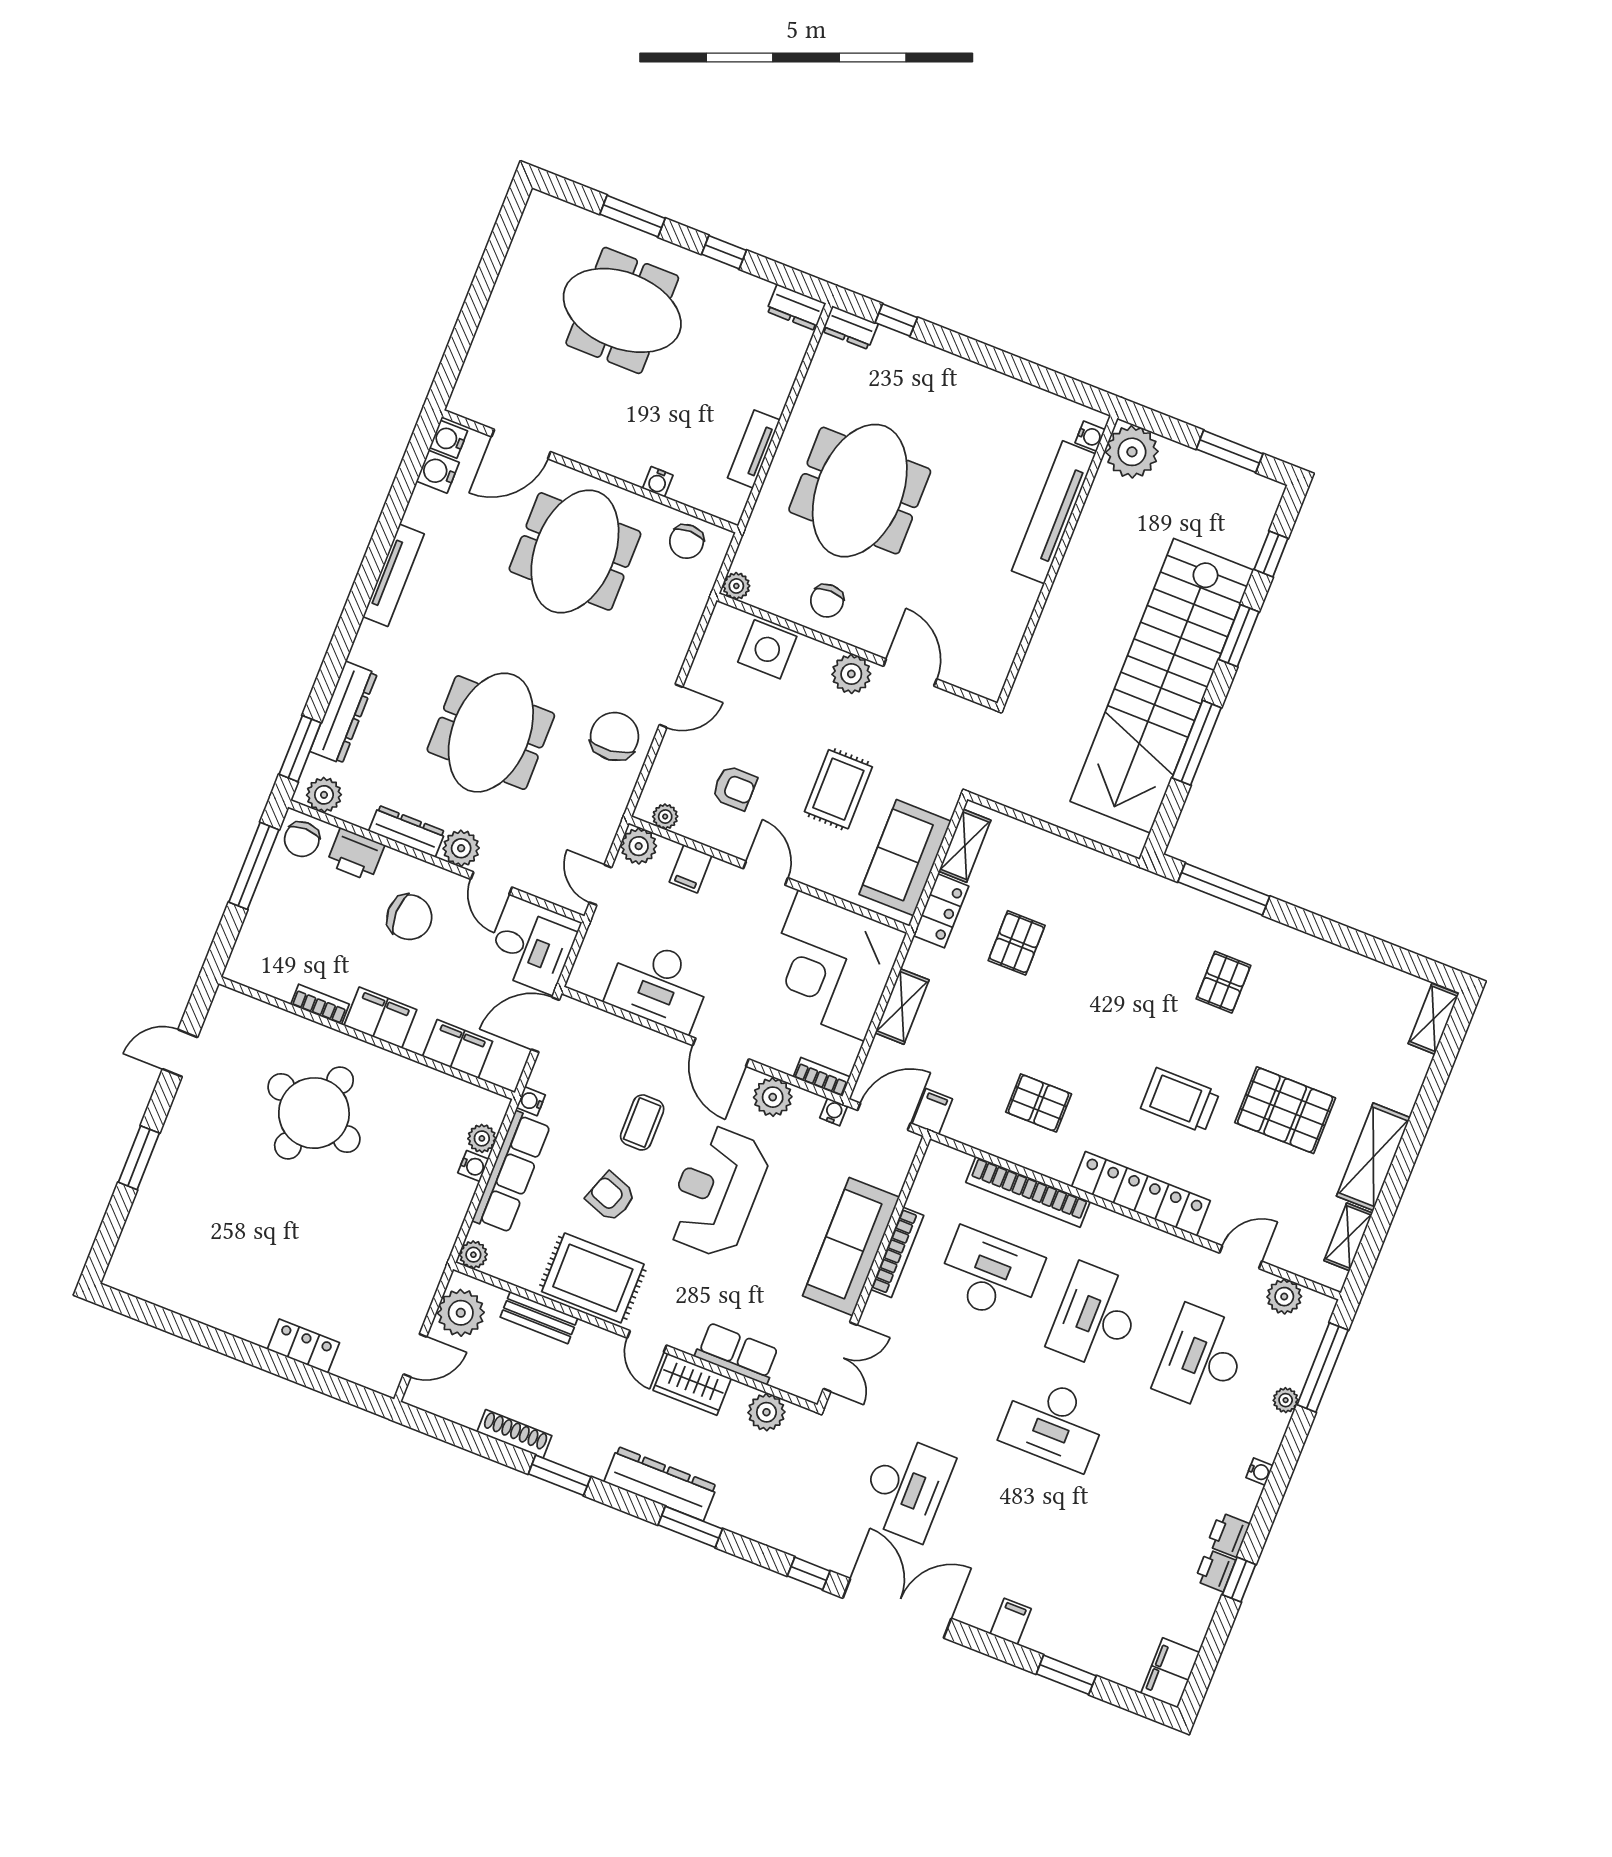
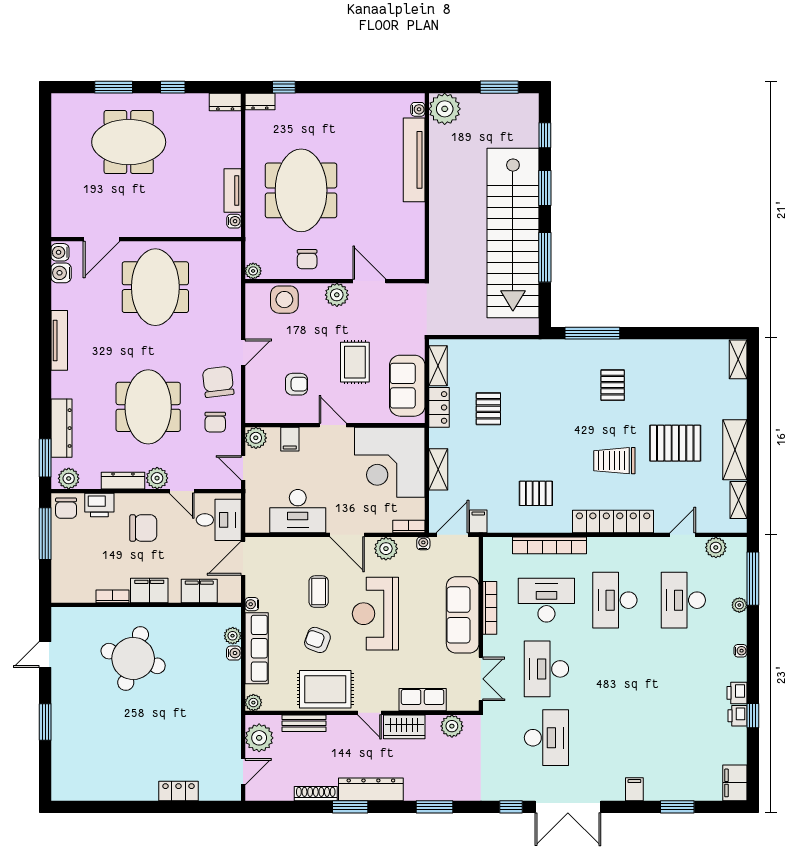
water cooler: (658, 482) -> (234, 221), moved, turned -90
chair: (687, 541) -> (215, 422), moved
plant: (665, 817) -> (264, 415), removed
desk: (1054, 1423) -> (546, 669), moved, turned 90
dresser: (660, 1484) -> (371, 789), moved
double door: (897, 1608) -> (568, 807), swing flipped

